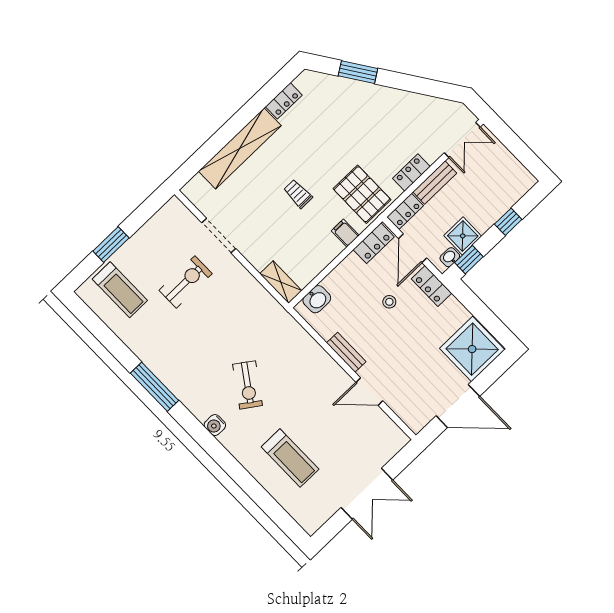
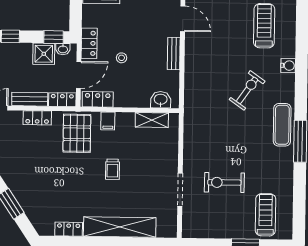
shelving: (281, 282) -> (152, 120), moved, turned 90
exercise mat: (185, 385) -> (282, 125), added
water cooler: (215, 425) -> (288, 66), moved

